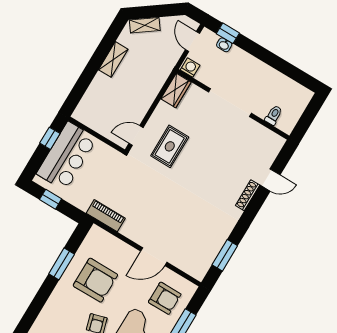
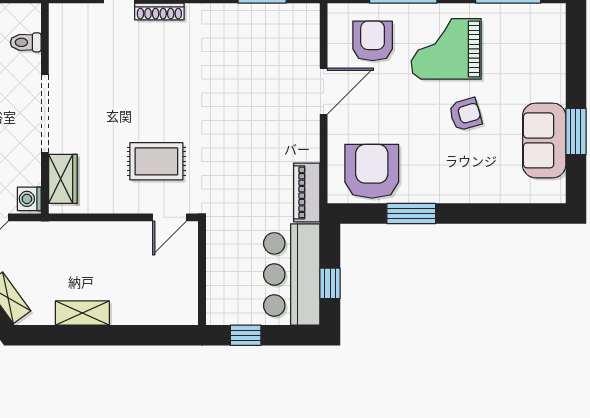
wardrobe: (176, 91) -> (63, 179), moved, turned 90
door: (136, 135) -> (169, 217), hinge flipped
bar counter: (67, 156) -> (292, 274), moved, turned -90
door: (154, 257) -> (324, 91), hinge flipped
armchair: (95, 280) -> (372, 171), moved

